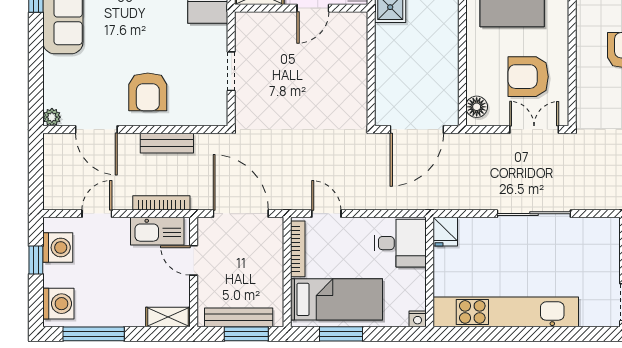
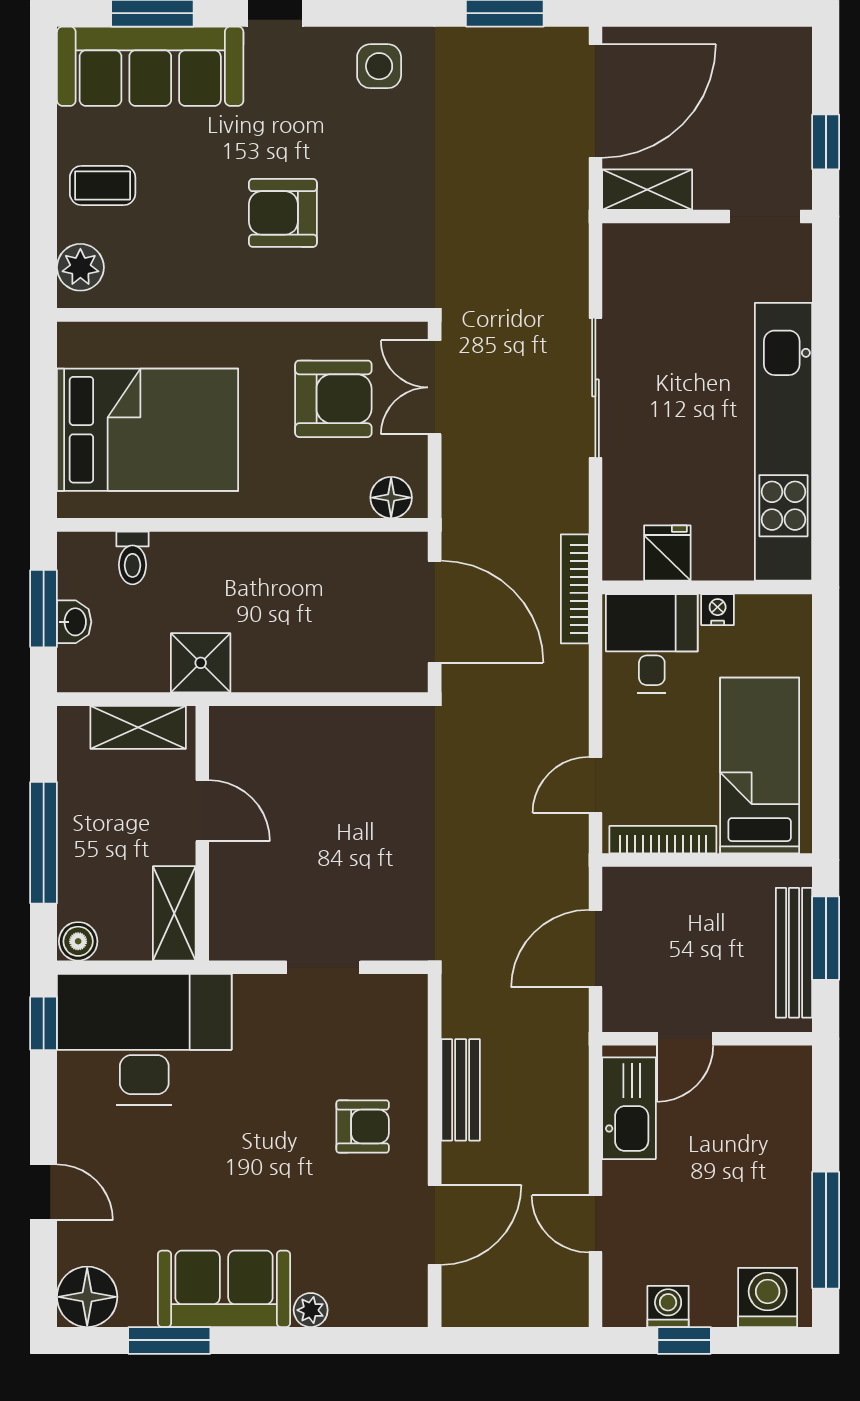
armchair: (528, 77) -> (333, 399), turned -90
armchair: (148, 92) -> (363, 1126), width x0.72, depth x0.72
plant: (52, 117) -> (311, 1310), moved
bookcase: (161, 203) -> (575, 589), moved
door: (241, 214) -> (595, 949), width x0.73
fridge: (445, 232) -> (667, 553), moved, turned -90
washing machine: (58, 248) -> (668, 1306), width x0.73, depth x0.73
shelving: (168, 317) -> (793, 1088), removed
nightstand: (418, 319) -> (718, 610), moved, turned -90
window: (341, 334) -> (826, 757), removed

